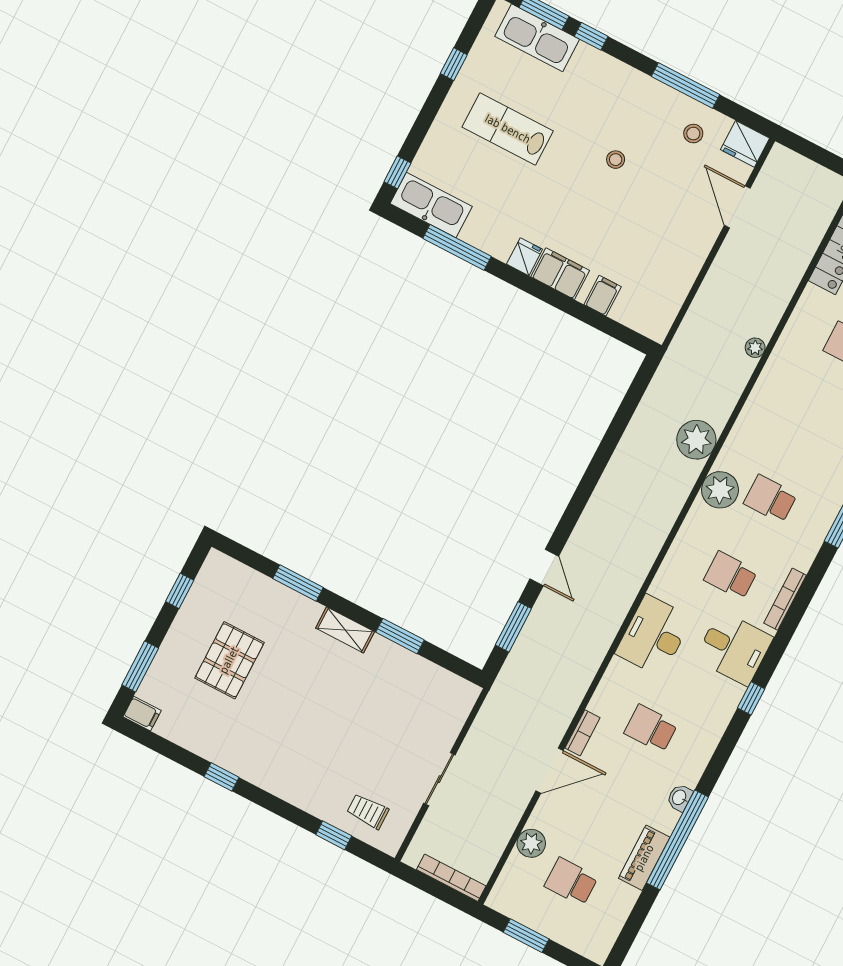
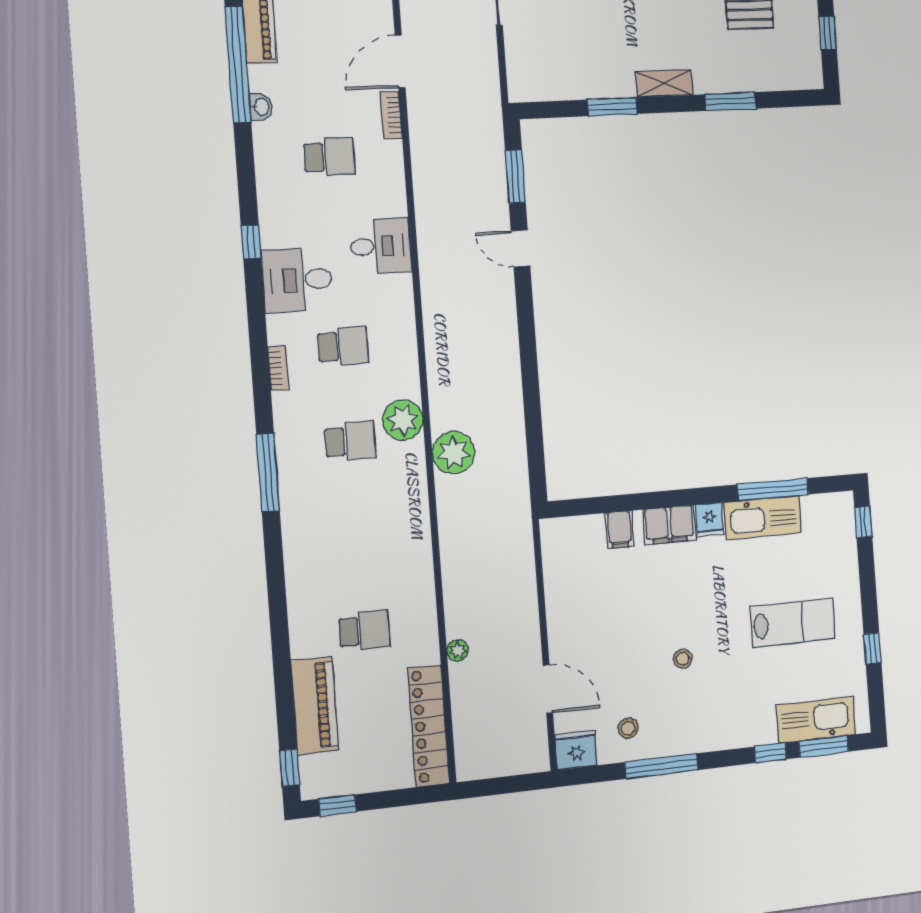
kitchen sink: (431, 205) -> (763, 517), moved
plant: (755, 348) -> (458, 651), moved
bookcase: (785, 599) -> (278, 368), width x0.64
desk: (654, 636) -> (381, 246), width x0.73

